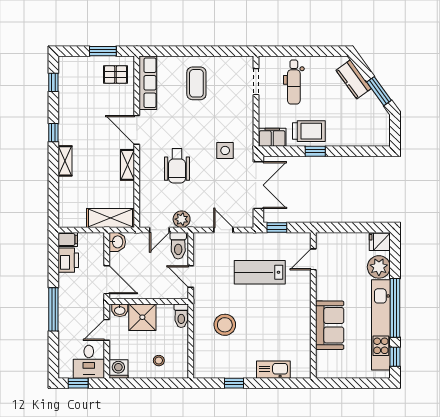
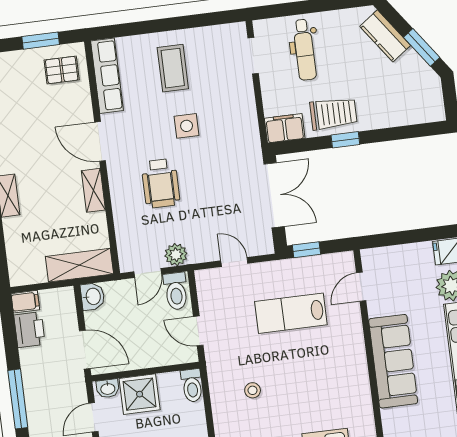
side table: (225, 150) -> (187, 126), moved
stool: (225, 325) -> (253, 390), width x0.53, depth x0.53
sofa: (330, 325) -> (393, 361), width x1.36

